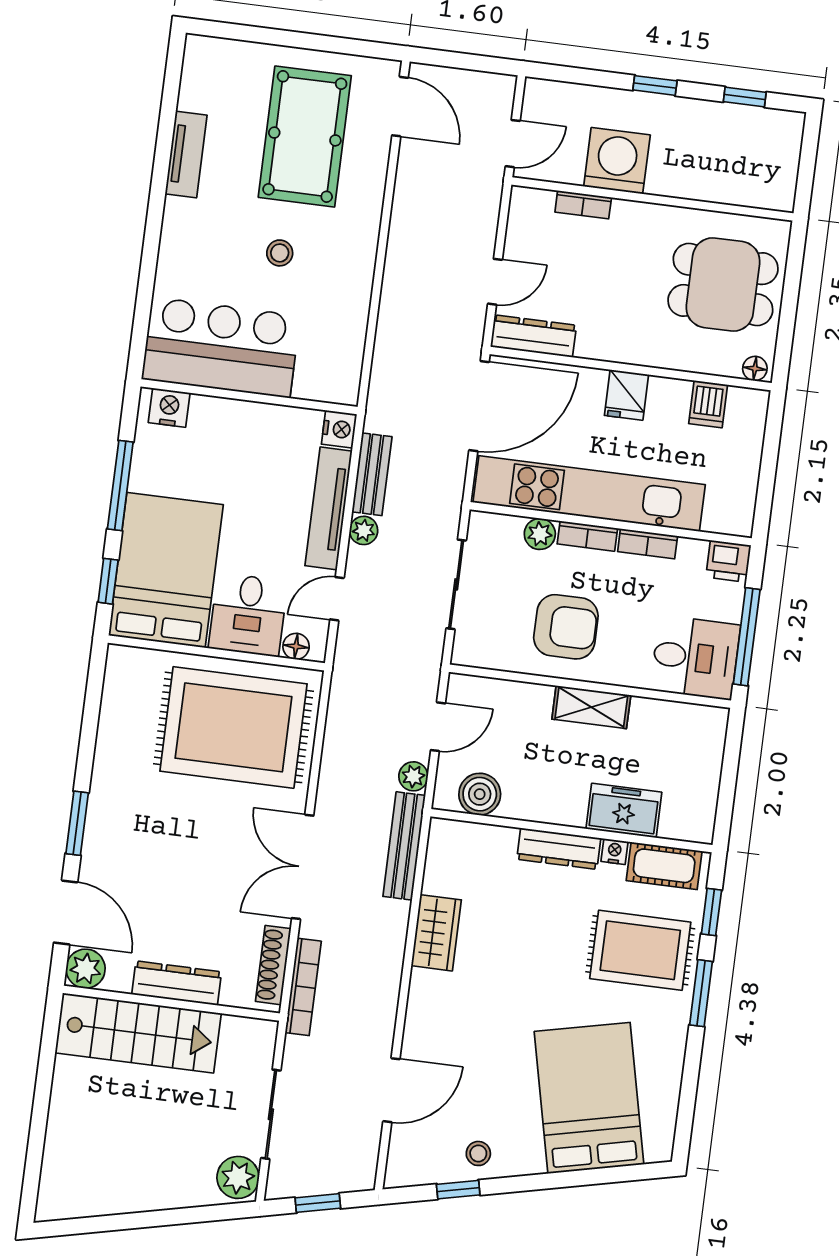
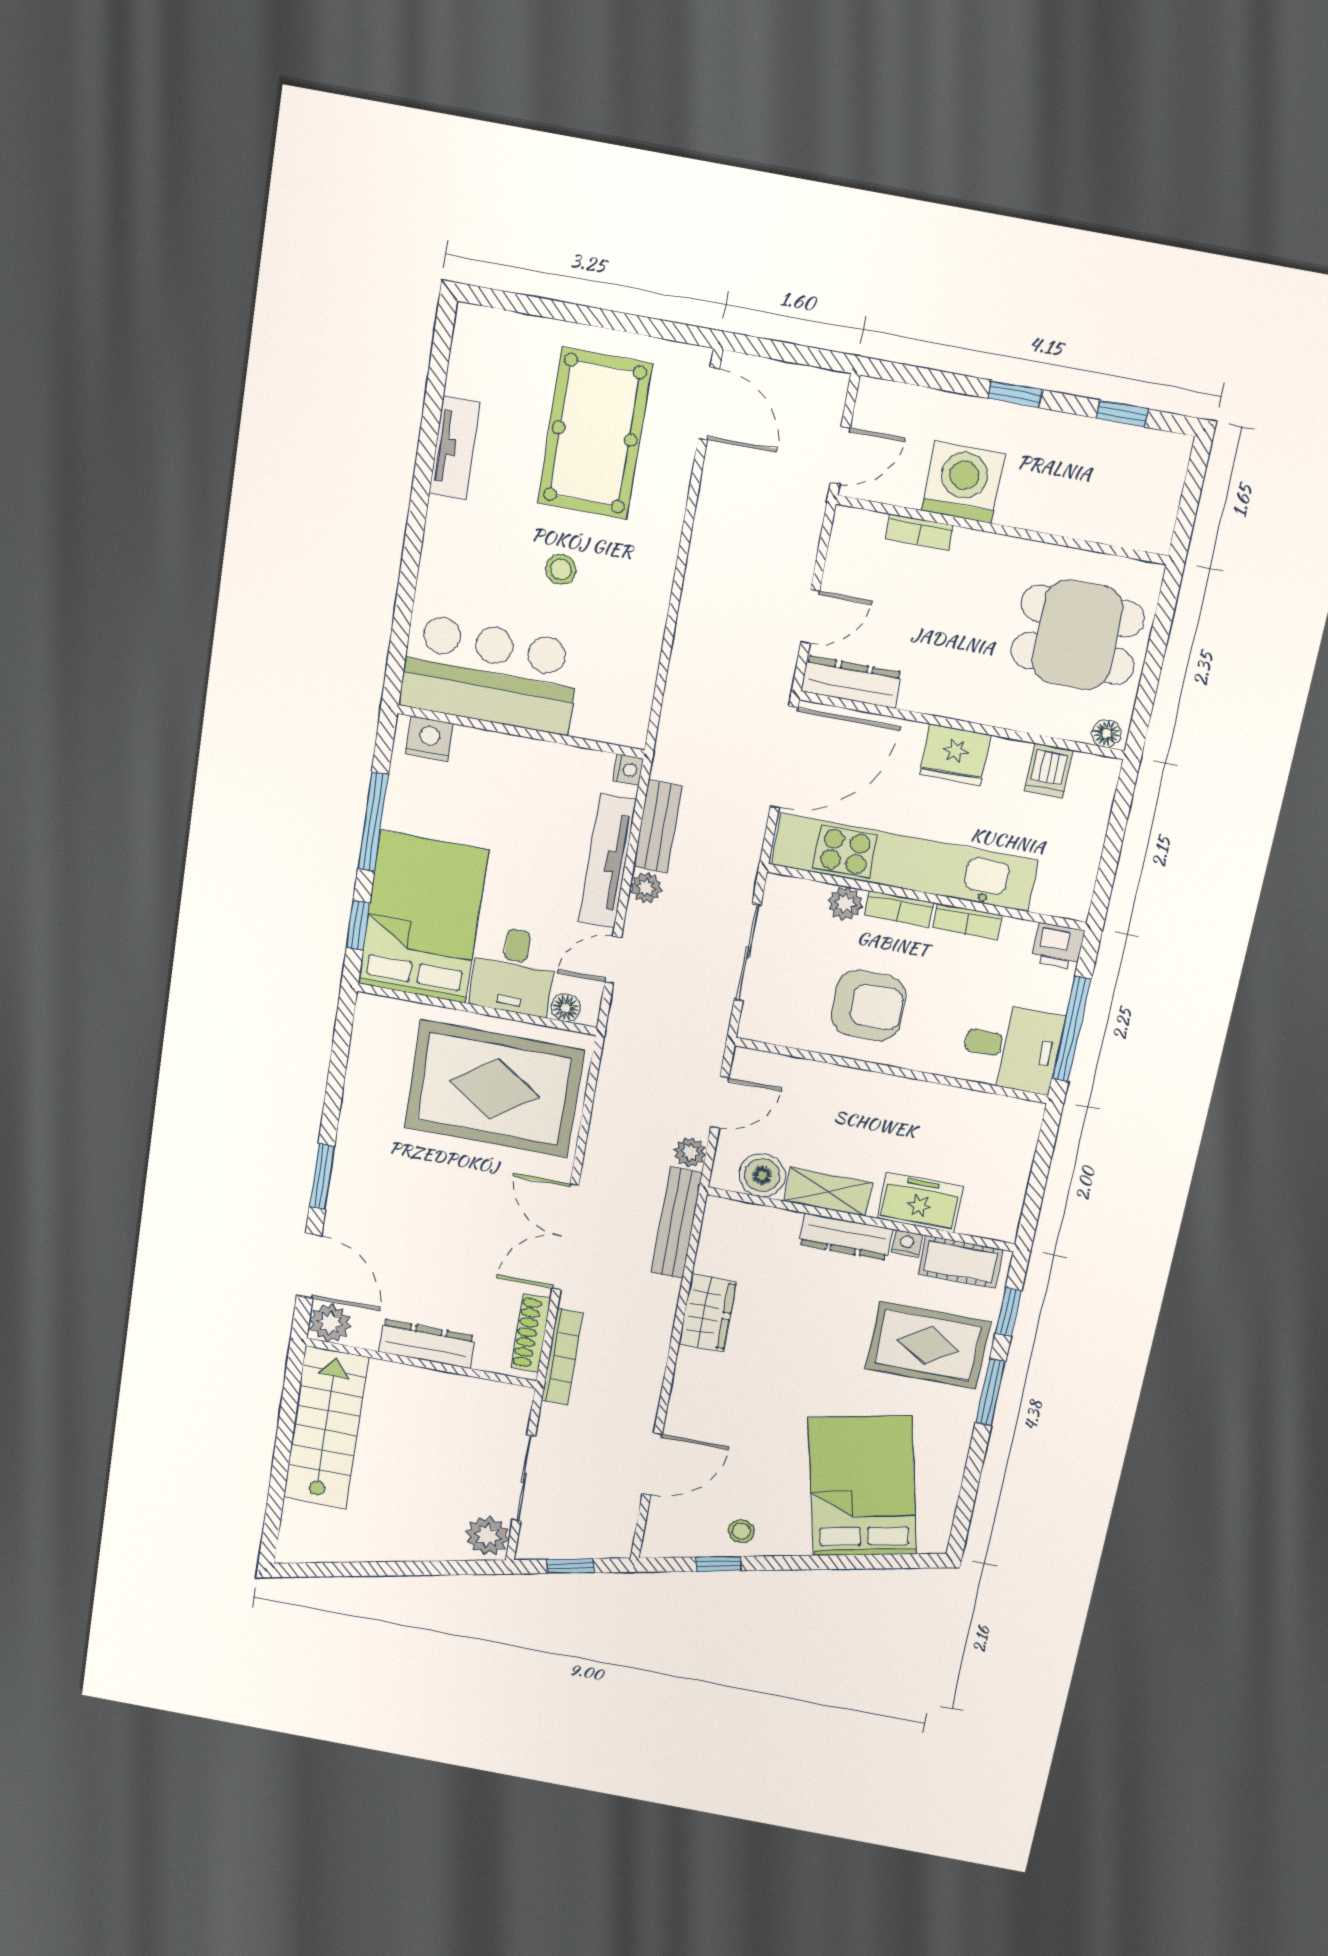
fridge: (626, 395) -> (955, 755), width x1.38
nightstand: (339, 429) -> (628, 770), width x0.72, depth x0.74
shelving: (591, 707) -> (828, 1192), moved
stairs: (138, 1033) -> (326, 1428), moved, turned -90

